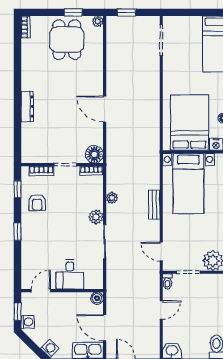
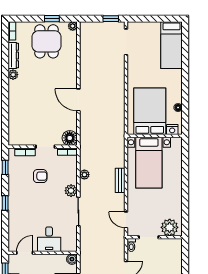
window: (127, 12) -> (111, 19), moved
plant: (27, 79) -> (13, 75), added
dresser: (27, 106) -> (13, 56), moved
armchair: (37, 203) -> (40, 176), moved, turned -90

